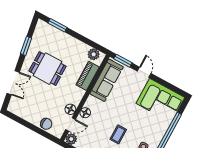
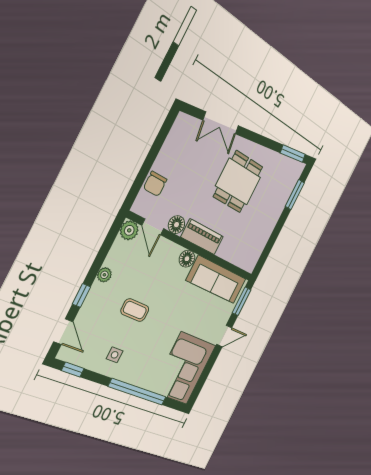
window: (26, 46) -> (293, 154), moved
plant: (94, 54) -> (253, 255), removed
piano: (88, 76) -> (202, 237), moved
floor lamp: (85, 113) -> (187, 259), moved

